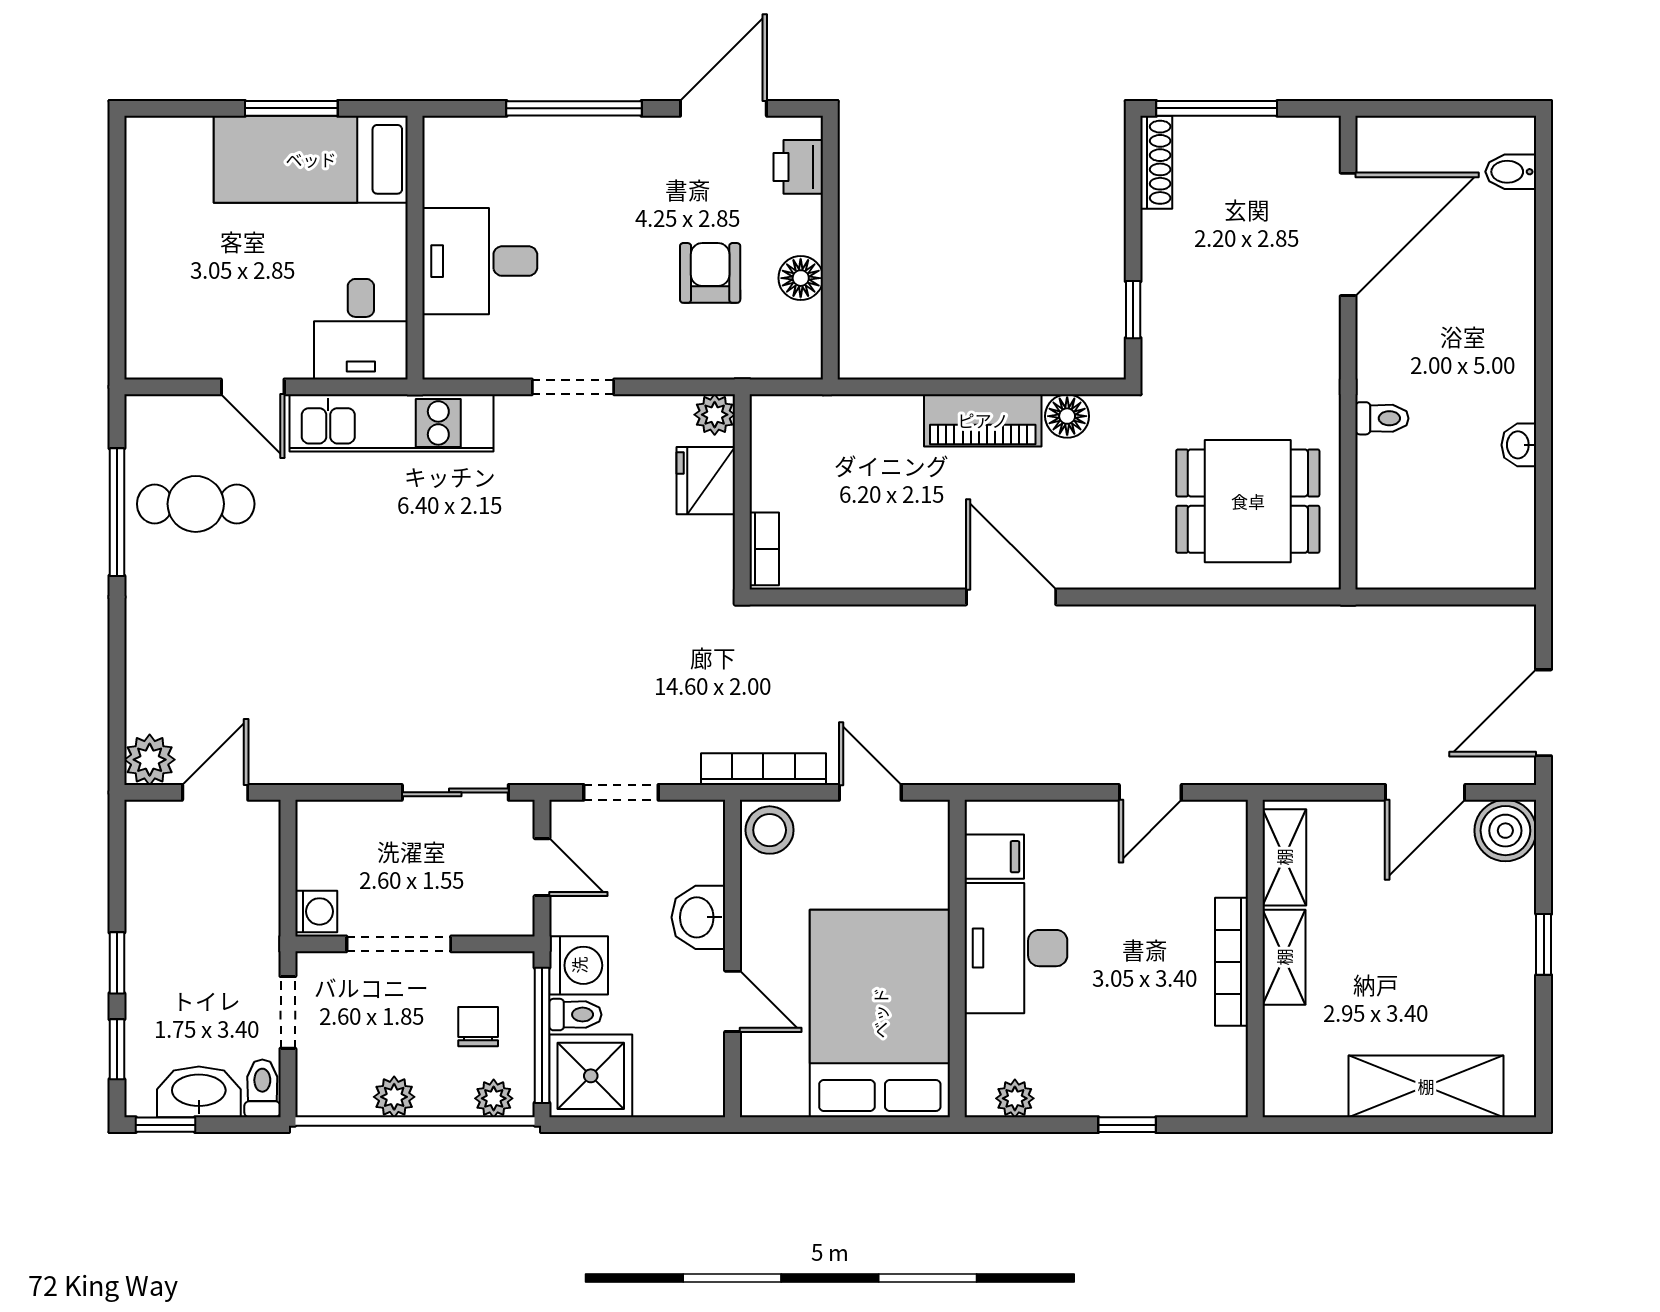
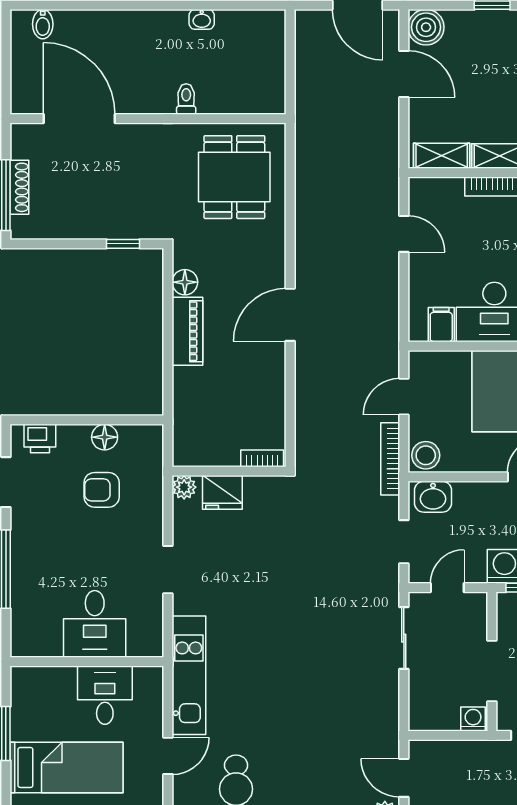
bed: (311, 159) -> (67, 767), moved, turned -90
shoe rack: (1156, 162) -> (19, 187), moved, turned 90
desk: (361, 329) -> (105, 695), moved, turned -90
washbasin: (698, 917) -> (433, 497), moved

